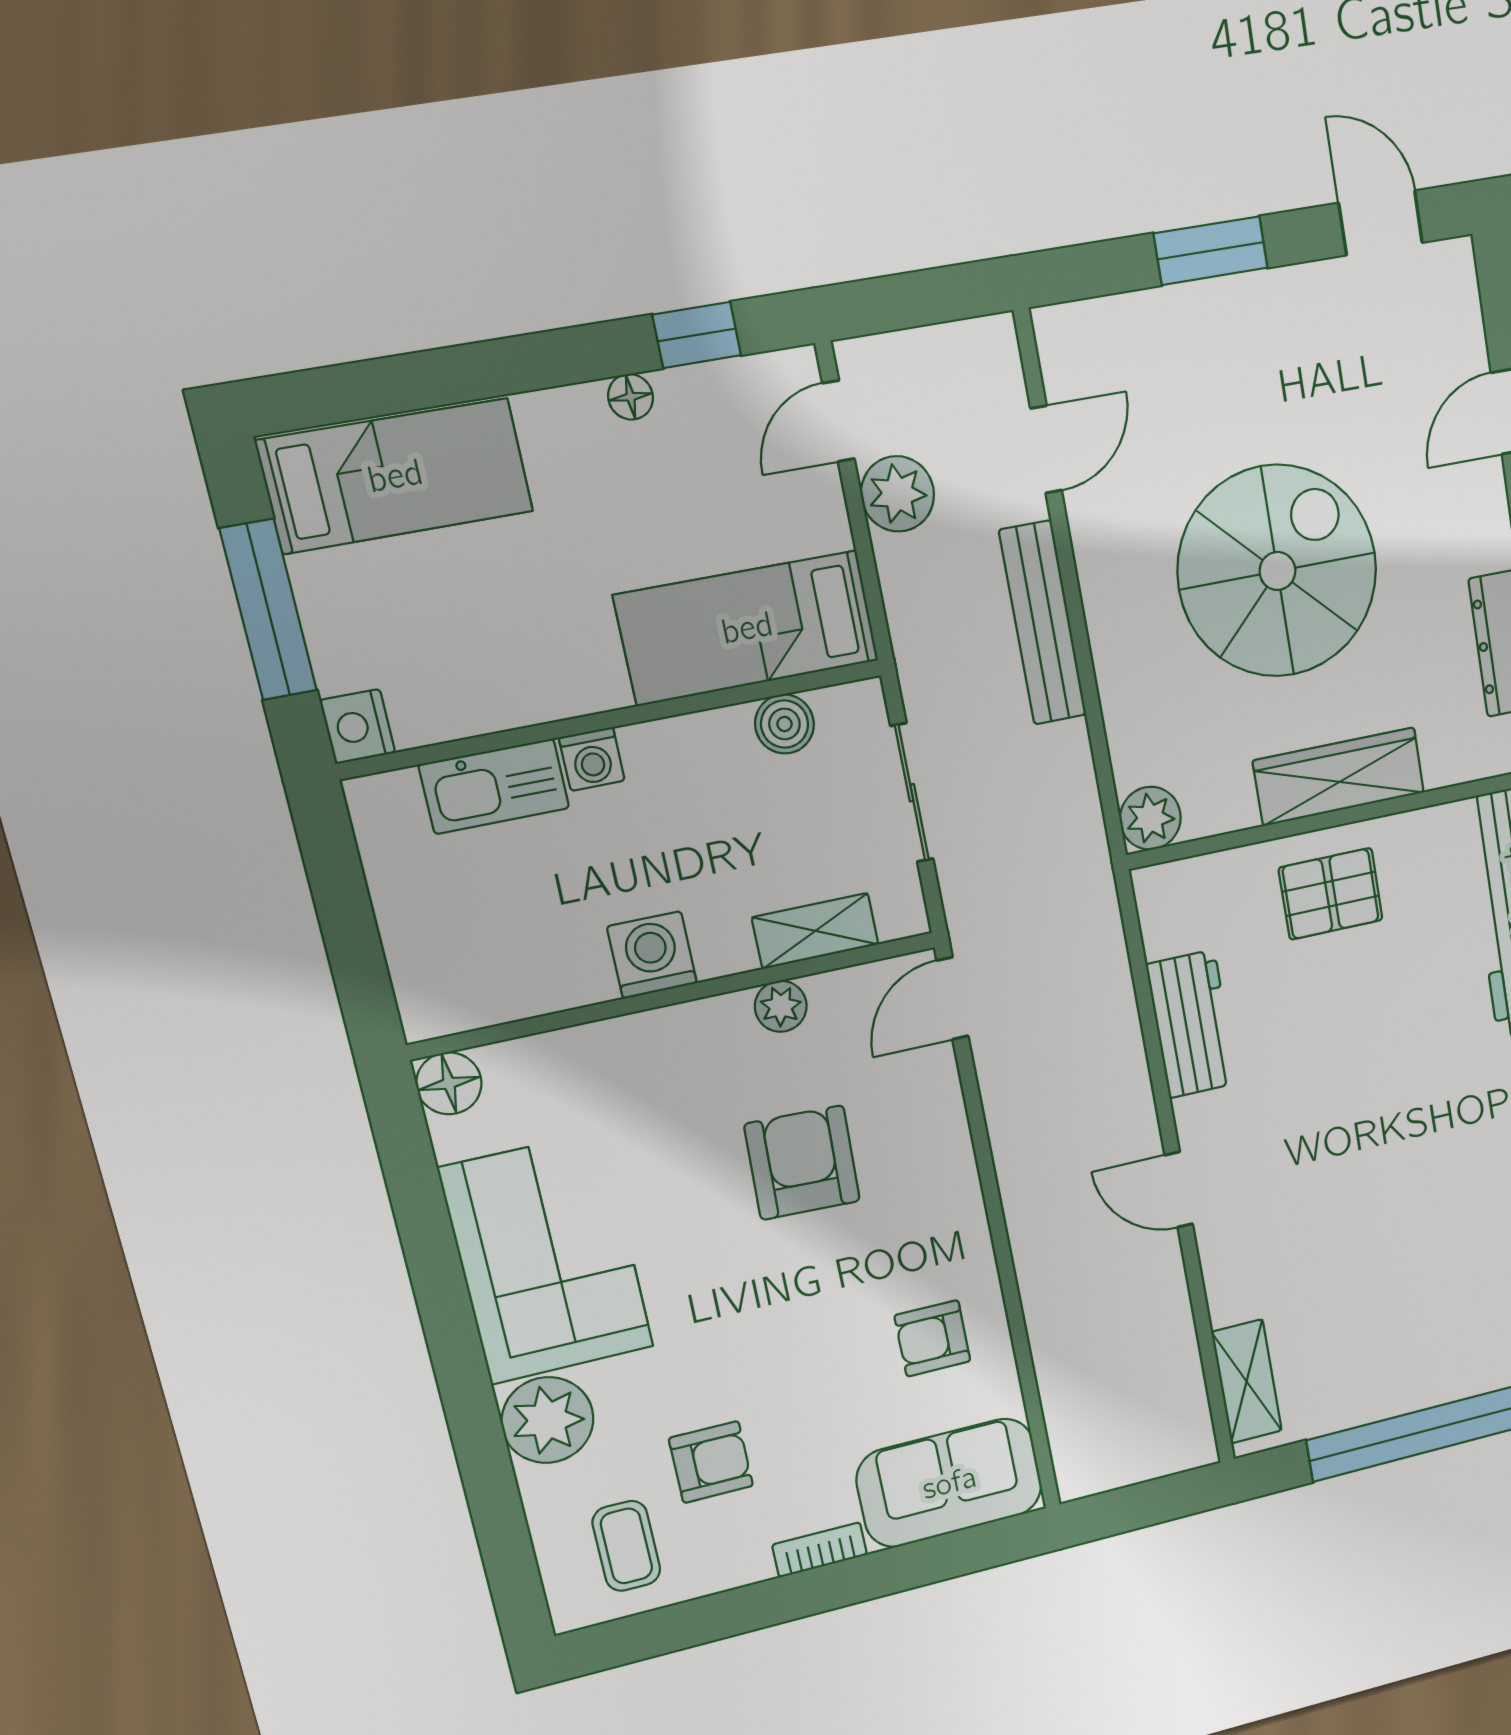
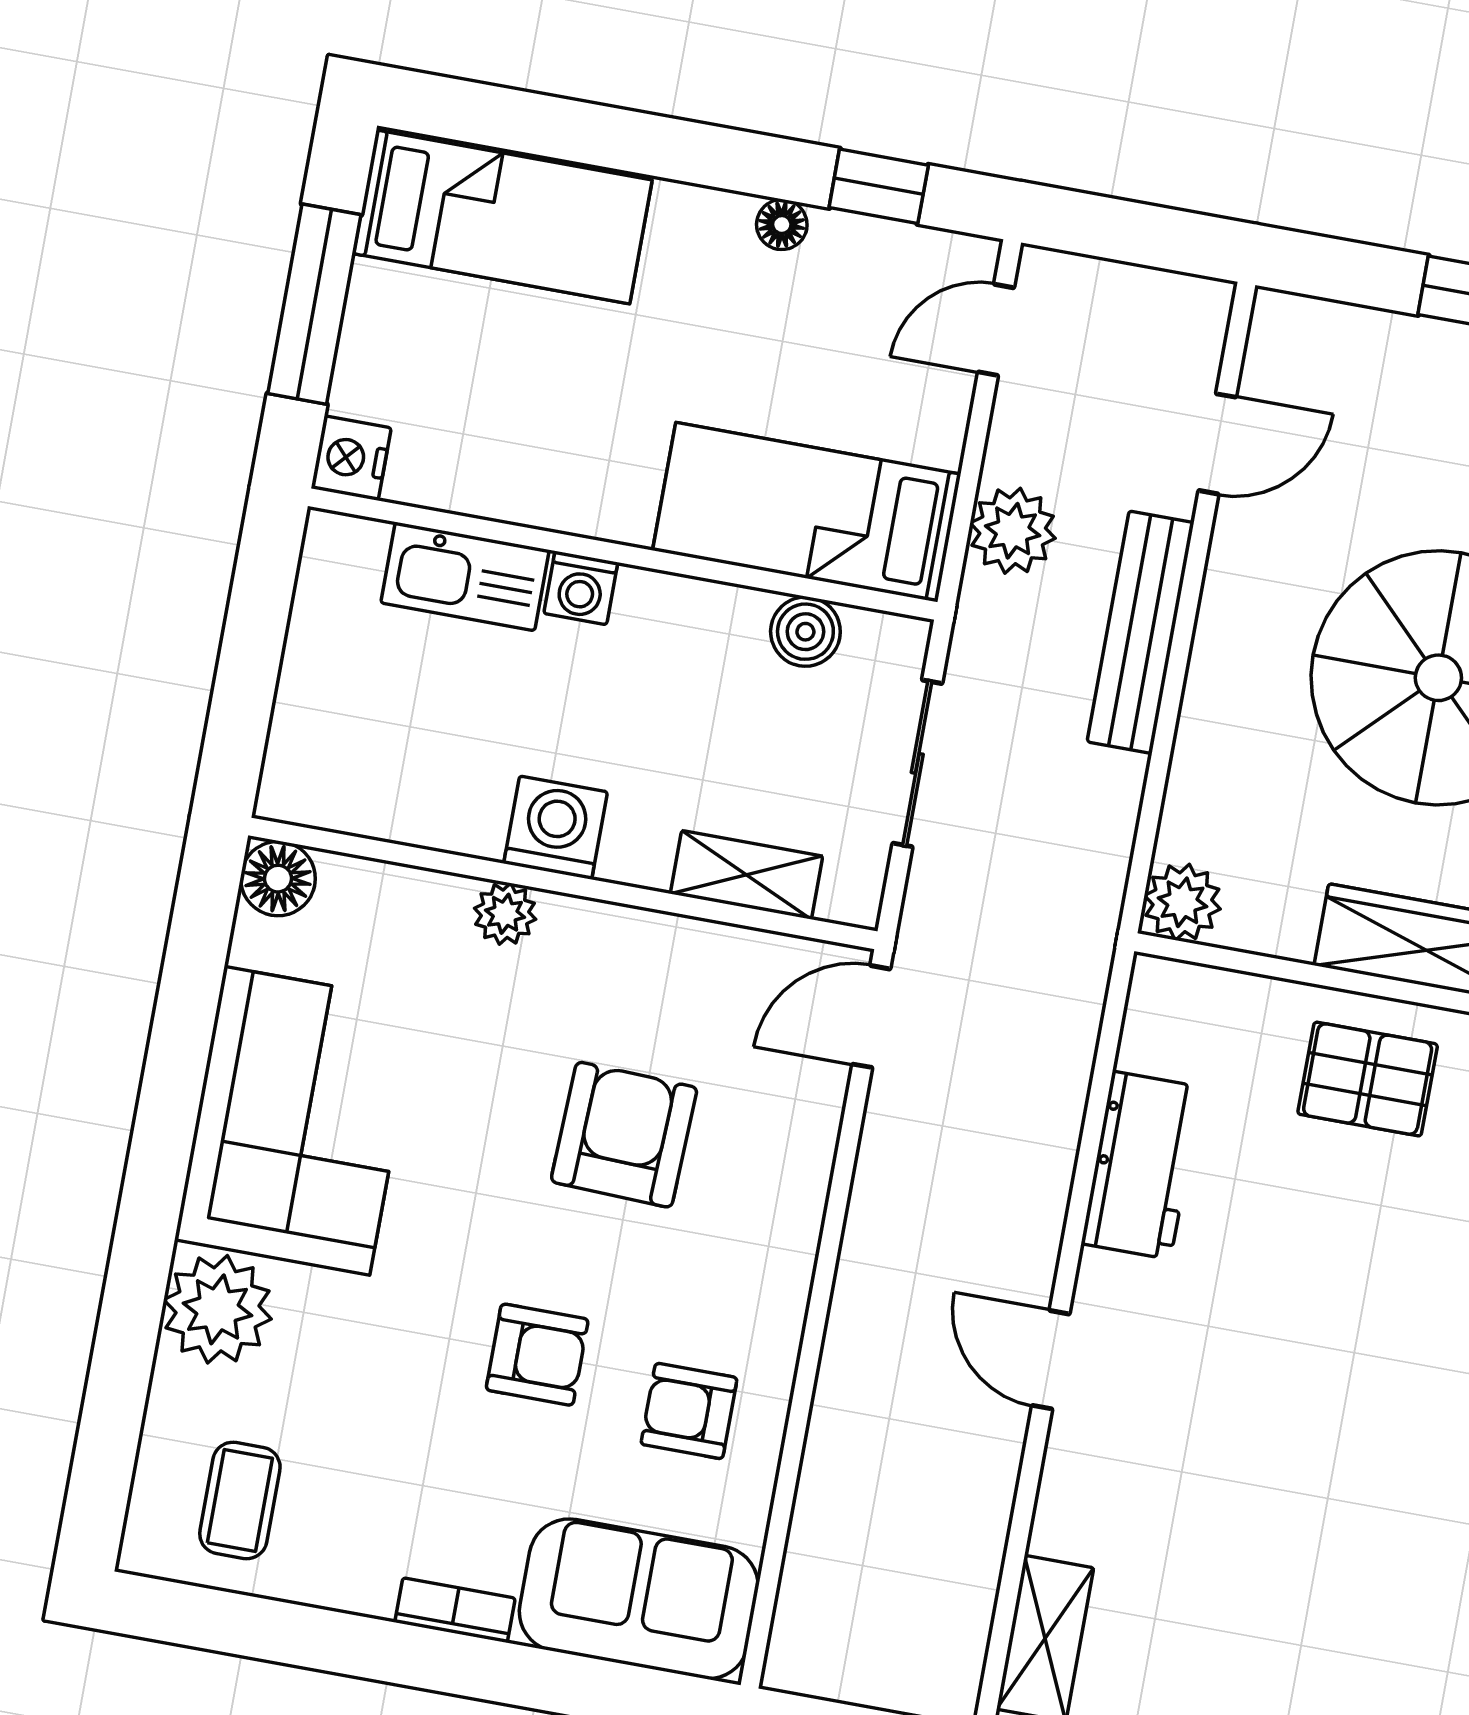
plant: (898, 494) -> (1013, 531), moved
plant: (781, 1006) -> (505, 914), moved
armchair: (711, 1462) -> (537, 1355), moved

